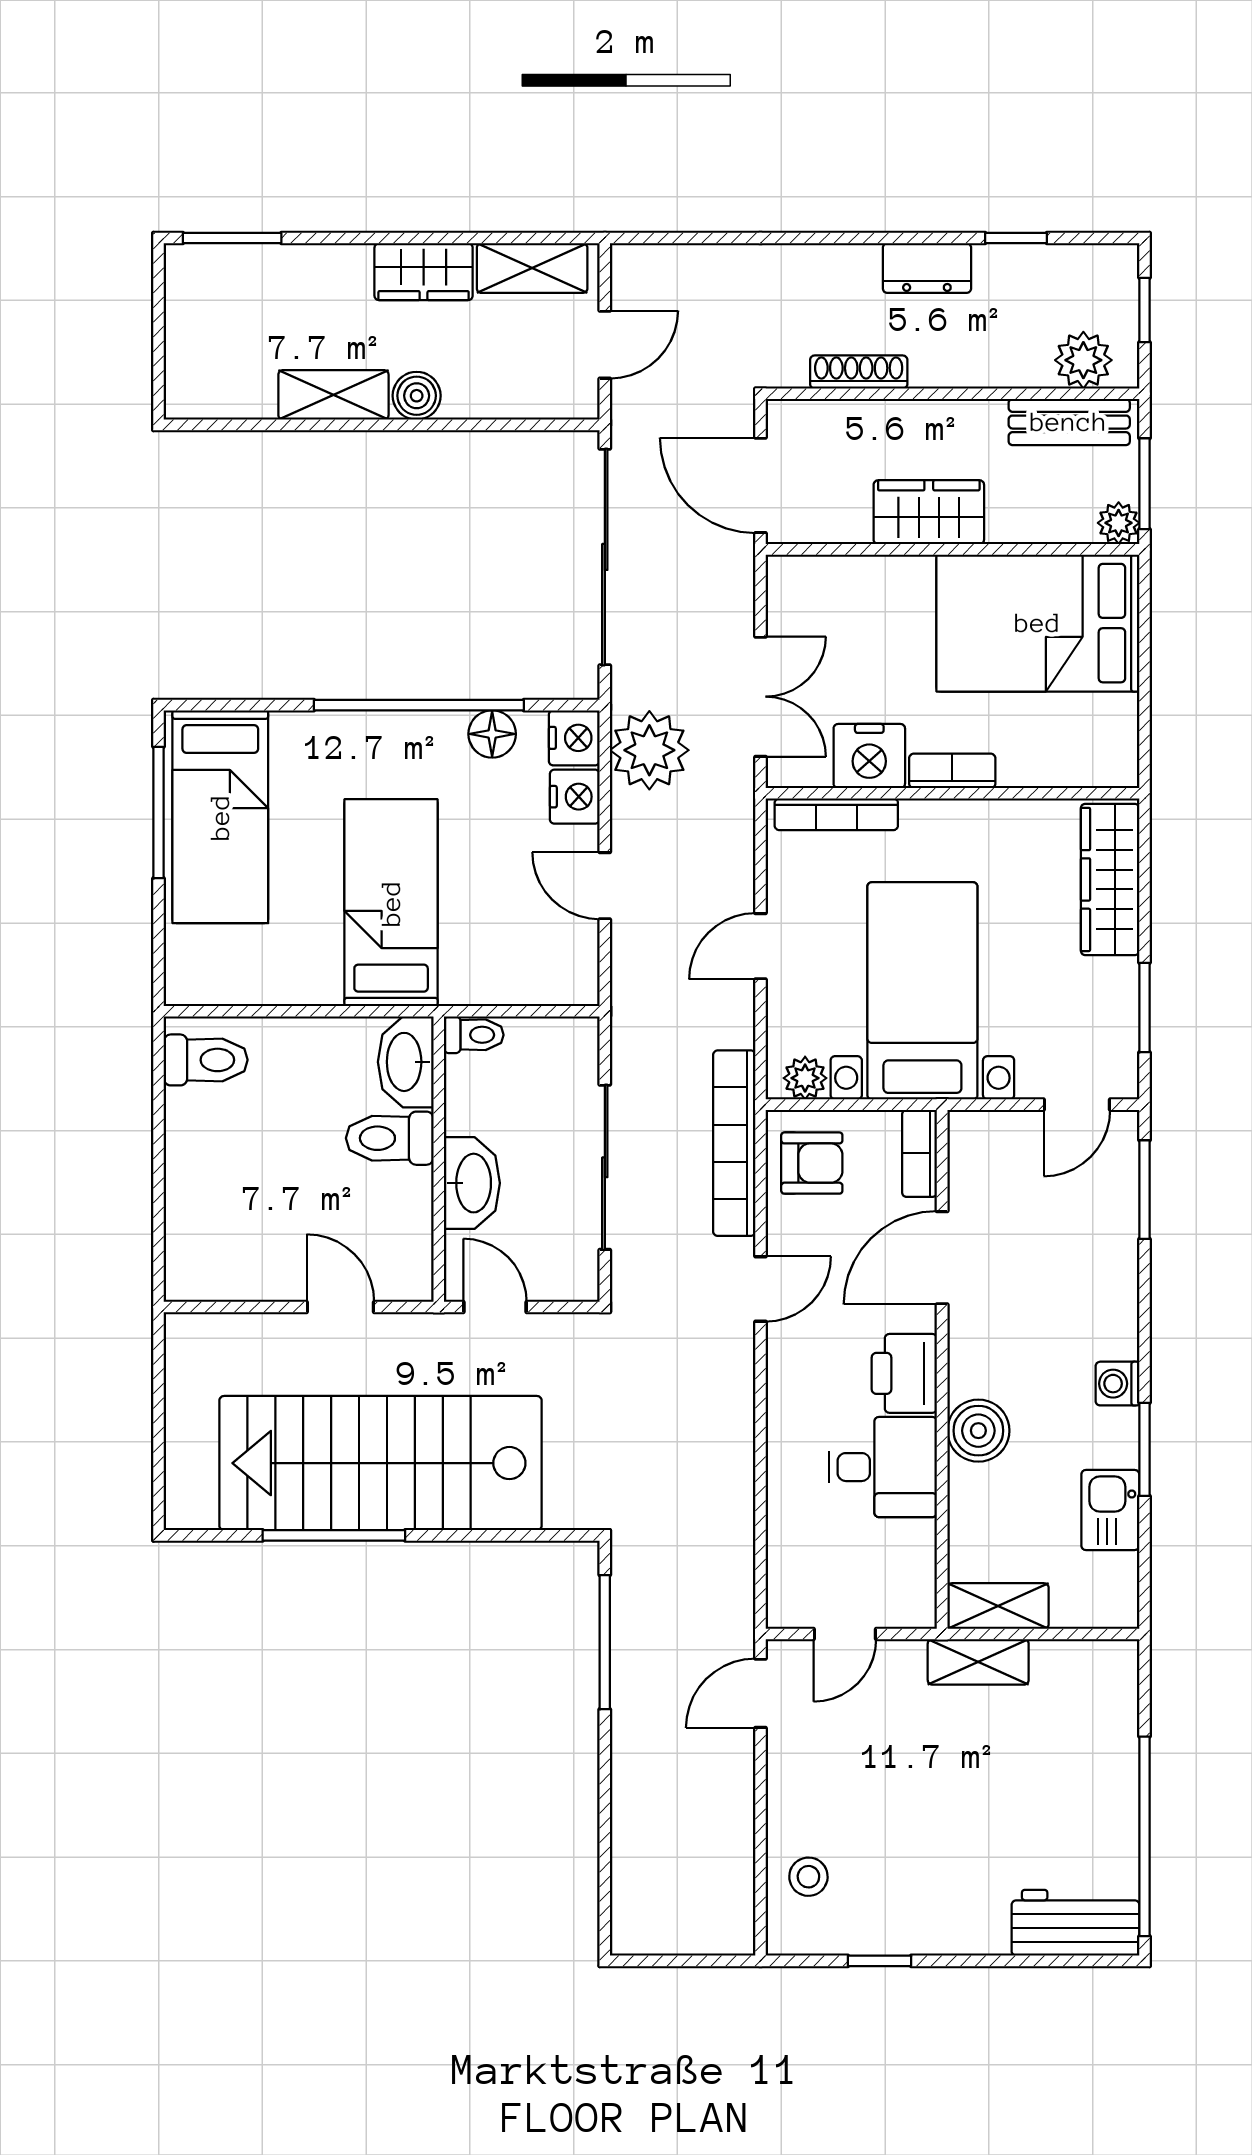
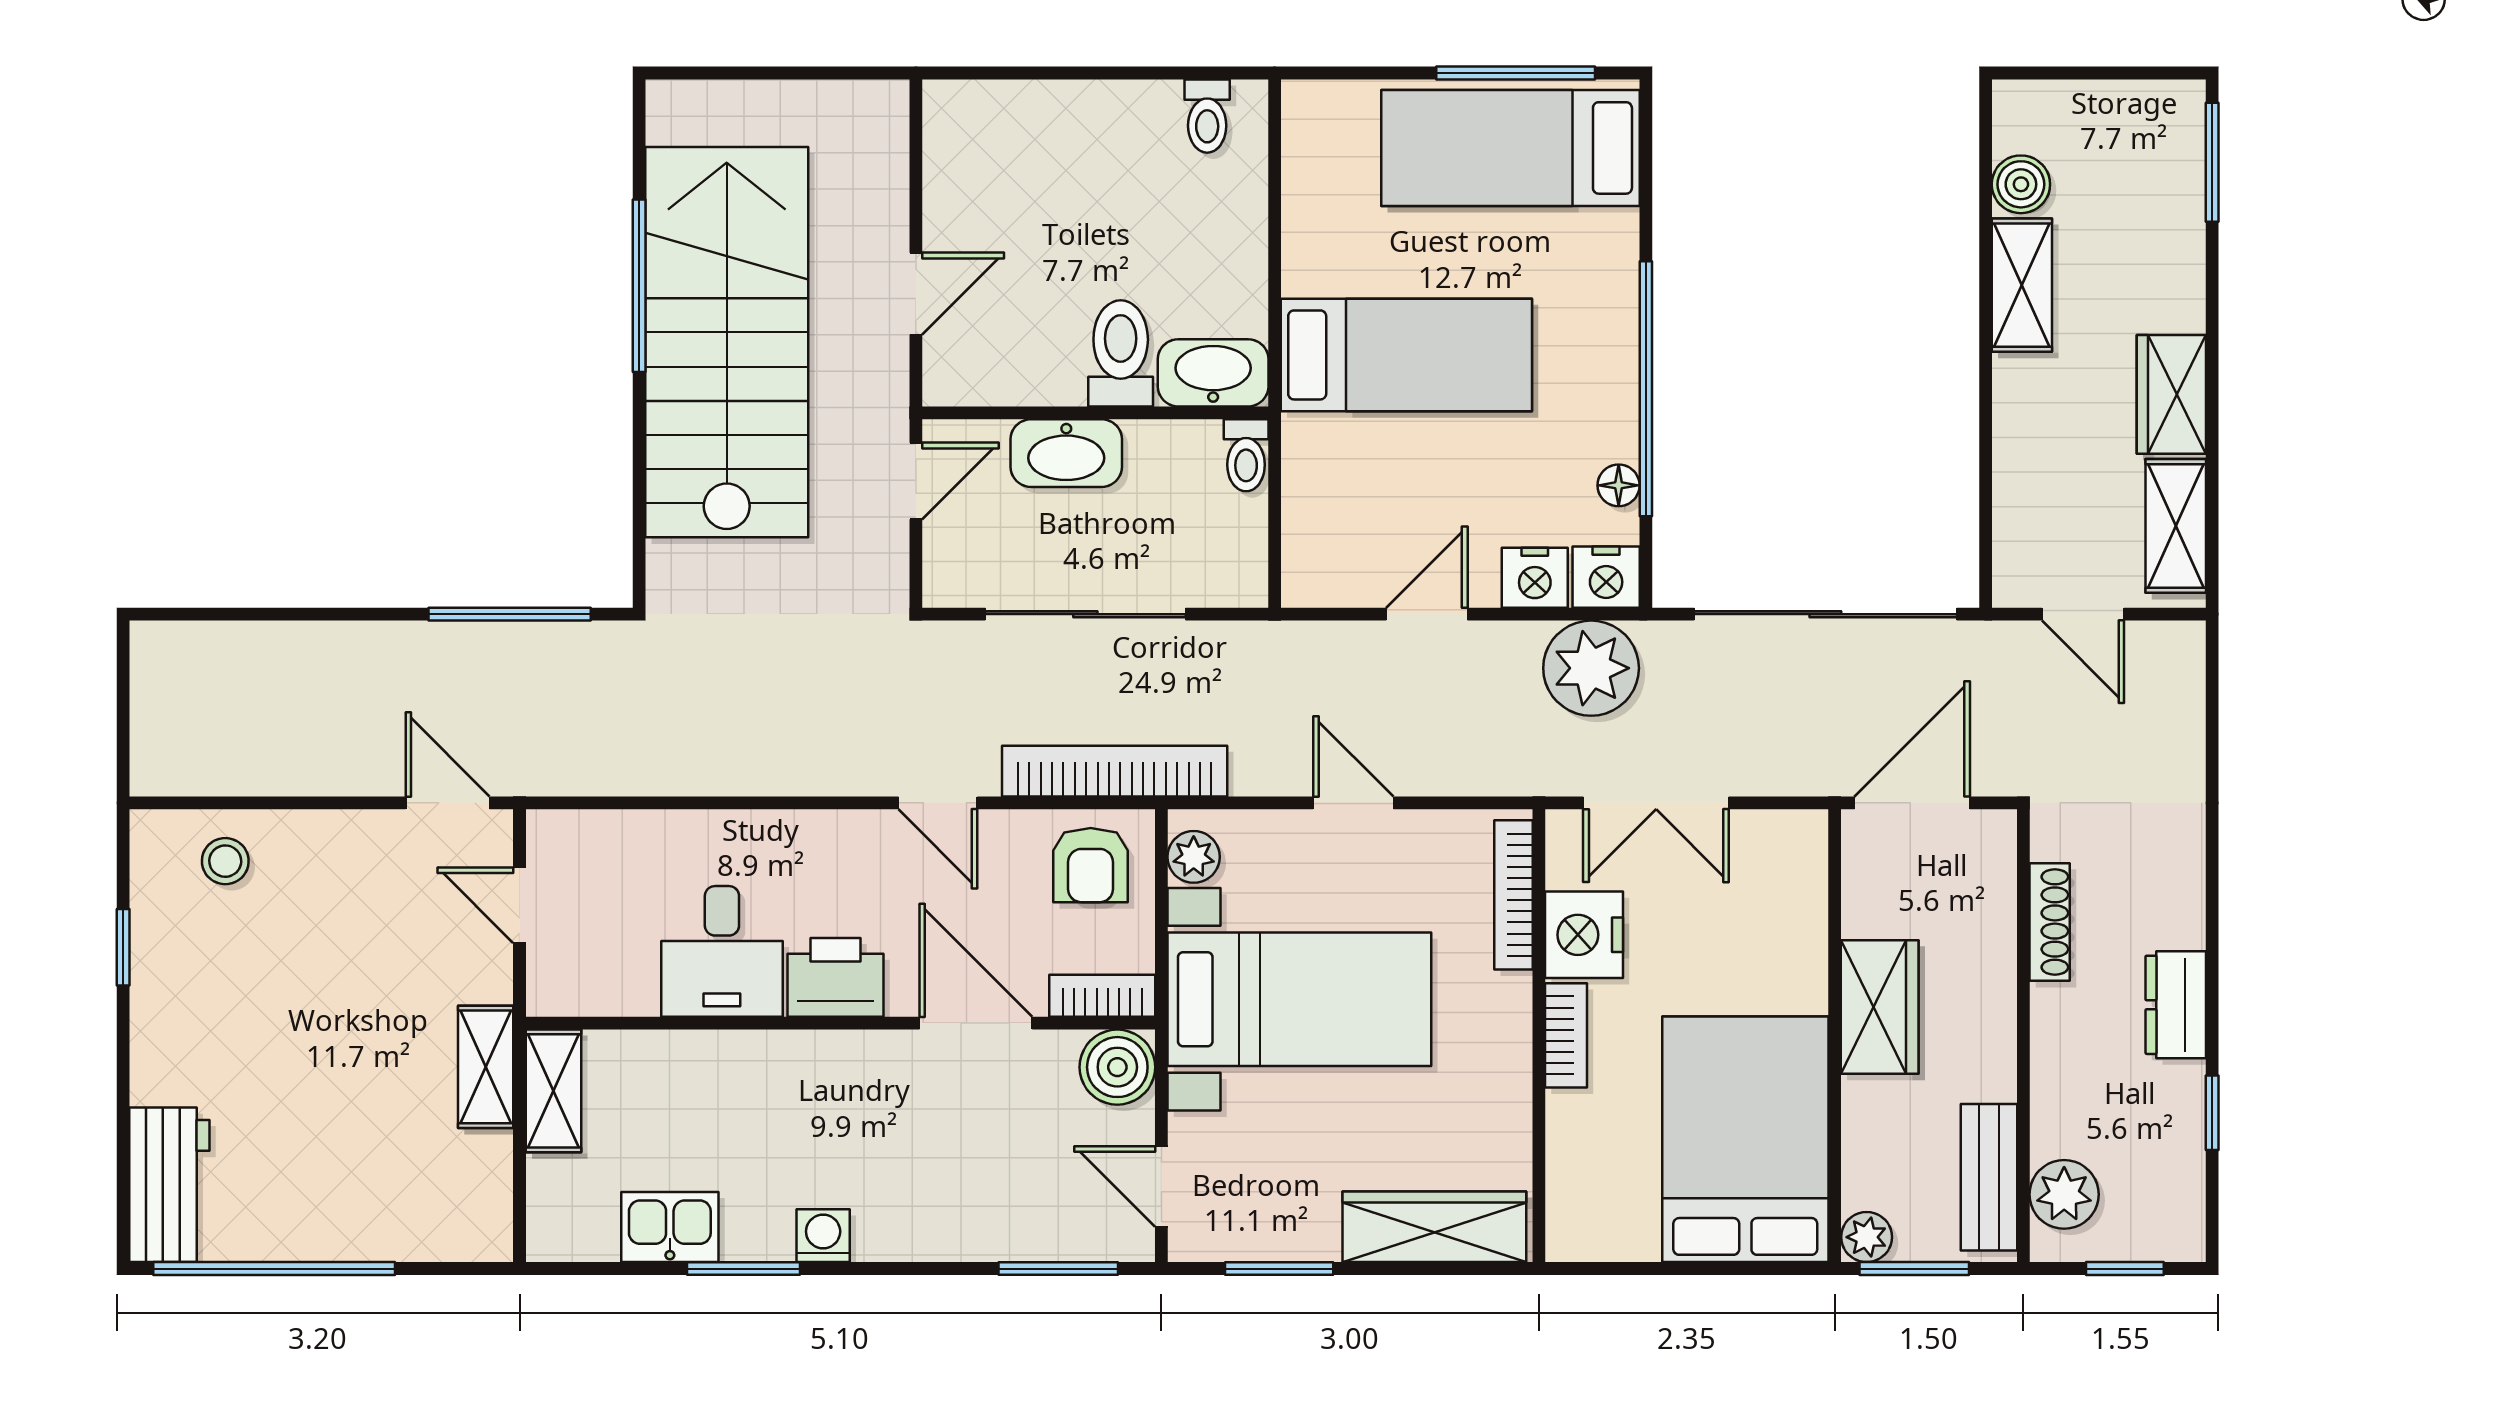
boiler: (417, 396) -> (2021, 184), moved
floor lamp: (492, 734) -> (1619, 485), width x0.73, depth x0.73
toilet: (206, 1060) -> (1207, 116), width x0.73, depth x0.72
boiler: (978, 1431) -> (1117, 1067), moved

